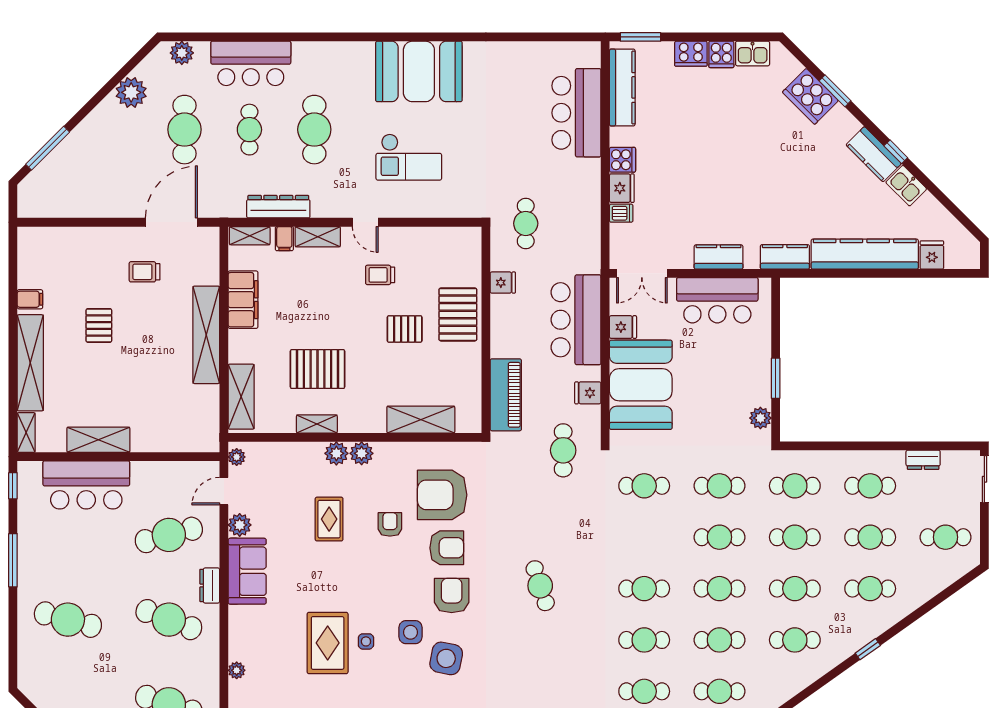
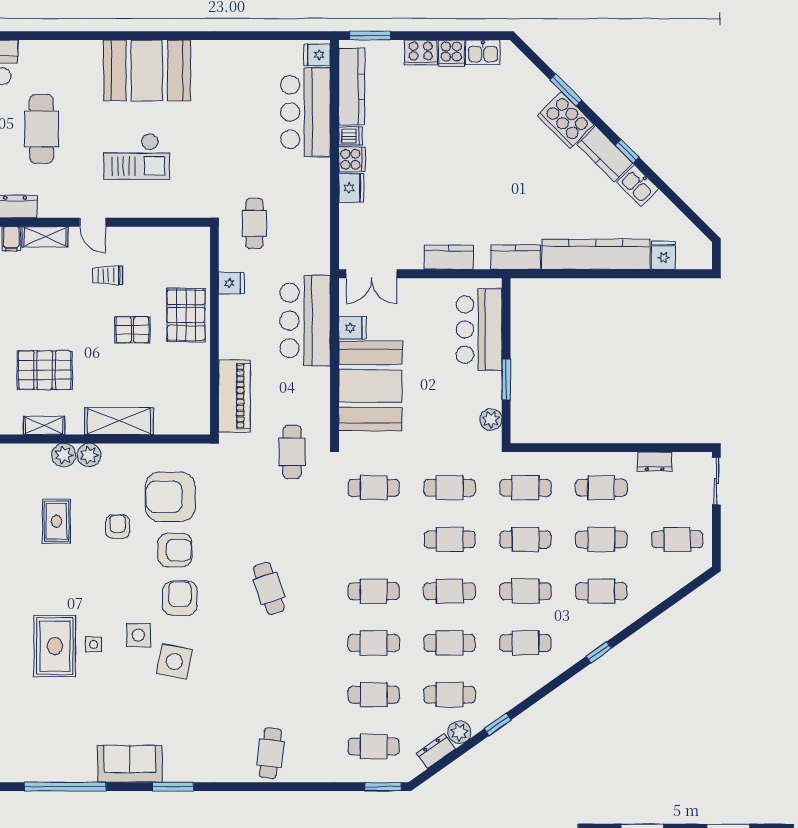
cooker: (810, 96) -> (566, 120), moved
dishwasher: (621, 213) -> (351, 136), moved
bar counter: (717, 300) -> (479, 330), moved, turned 90
fridge: (588, 393) -> (317, 55), moved
shelving: (421, 420) -> (119, 421), moved

